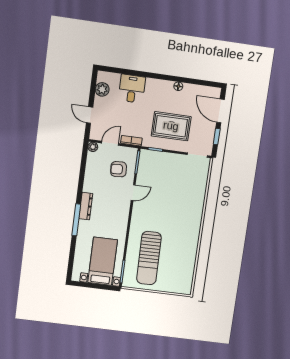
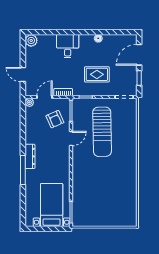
plant: (102, 89) -> (31, 40), moved
desk: (132, 89) -> (68, 46), moved
door: (220, 111) -> (139, 55), hinge flipped
rug: (171, 126) -> (97, 74), width x0.73, depth x0.70
armchair: (119, 169) -> (55, 119), turned -110
sun lounger: (149, 258) -> (102, 132), moved

